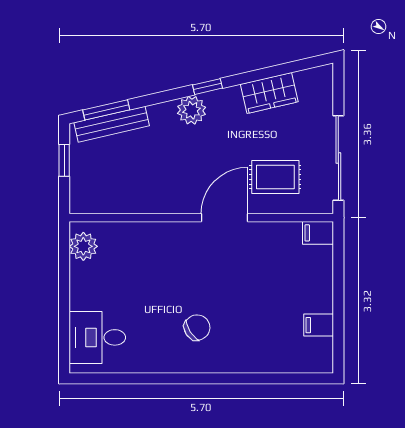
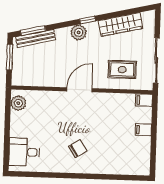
wardrobe: (269, 93) -> (120, 25), width x1.50
window: (64, 160) -> (10, 57), width x1.50
door: (224, 218) -> (79, 90), moved
filing cabinet: (319, 325) -> (143, 130), moved

